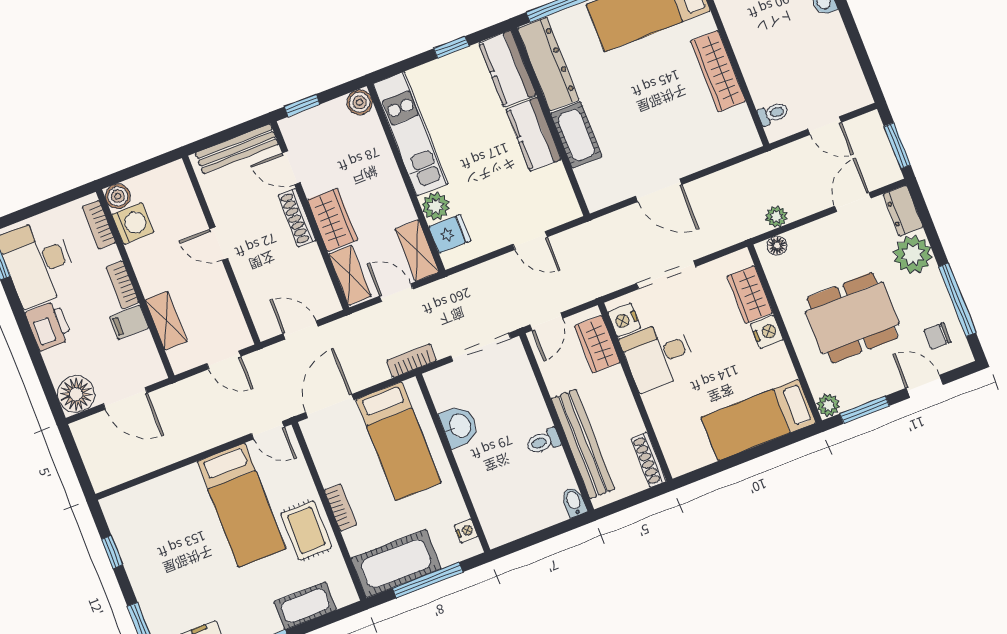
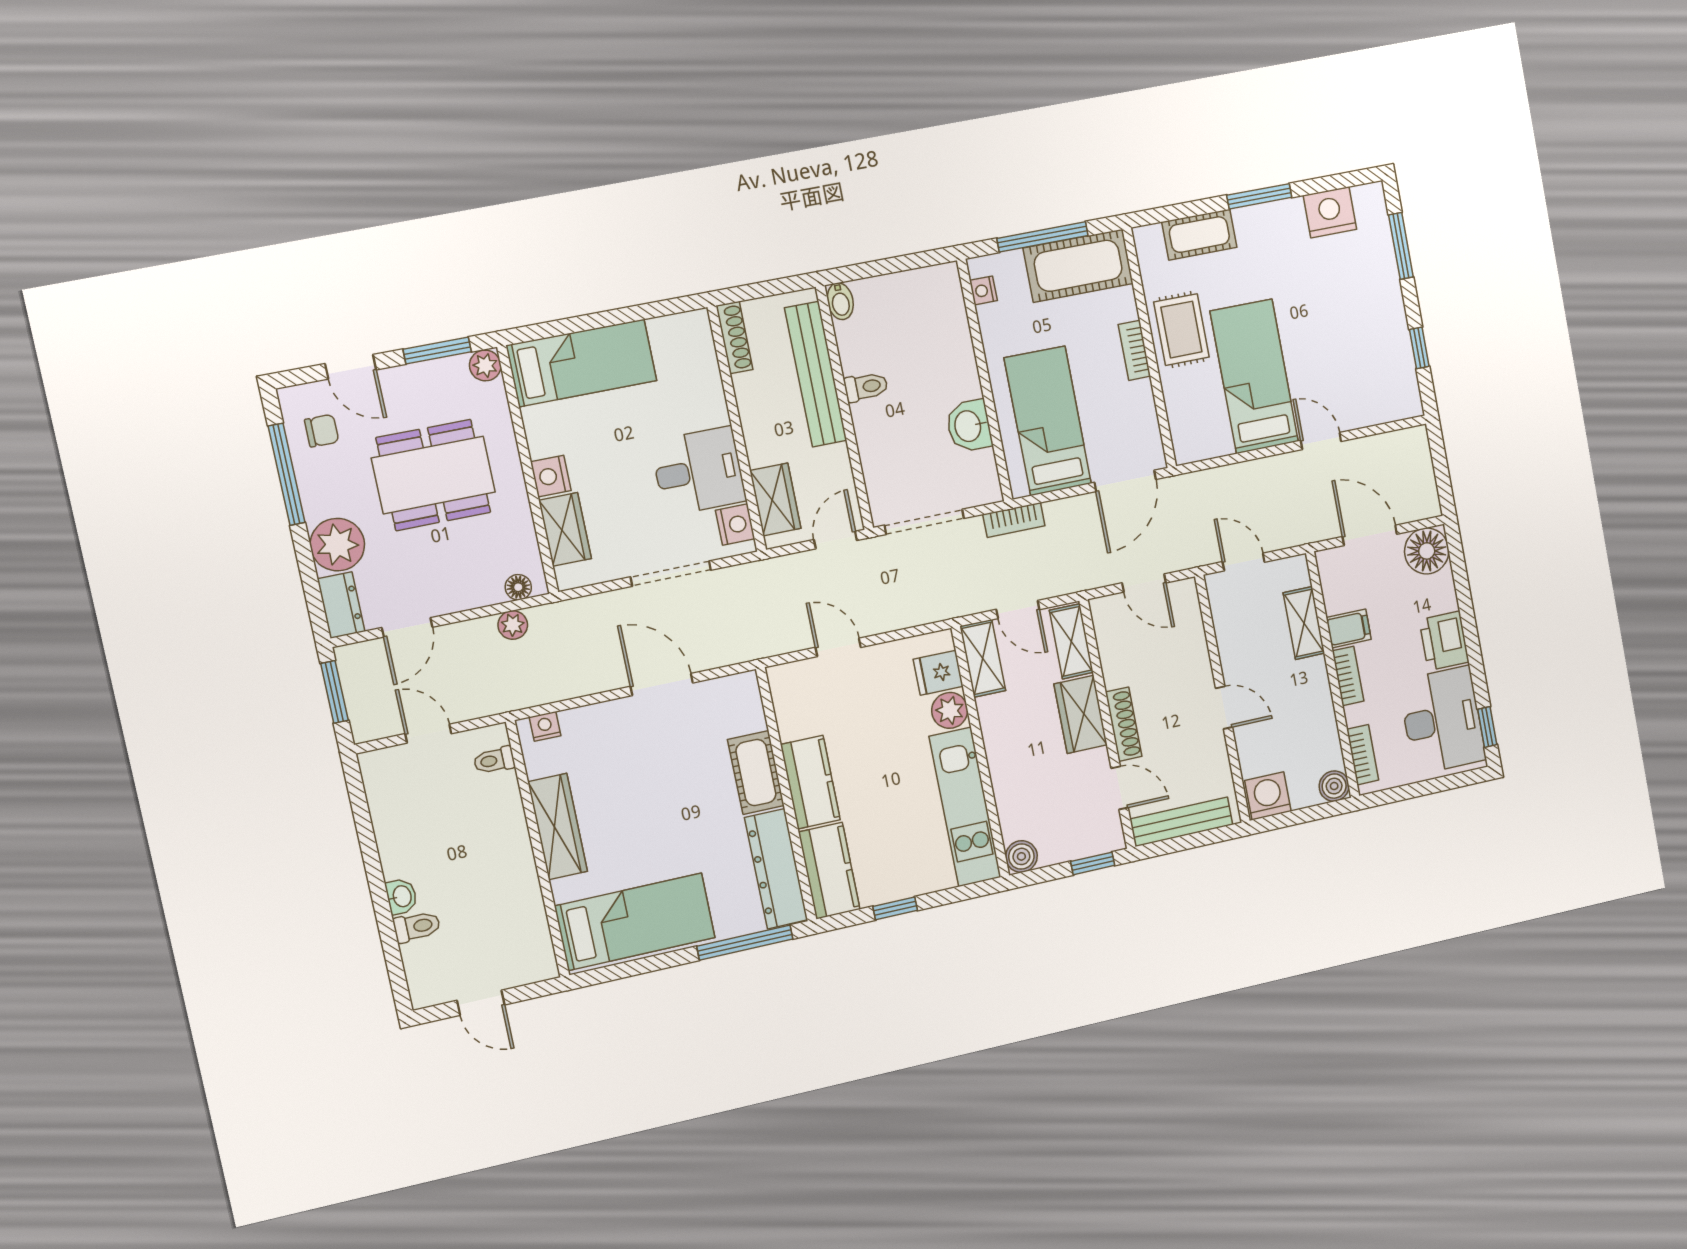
nightstand: (740, 145) -> (545, 726), added
washing machine: (133, 223) -> (1268, 796), moved, turned 90
door: (268, 430) -> (1321, 441), moved

